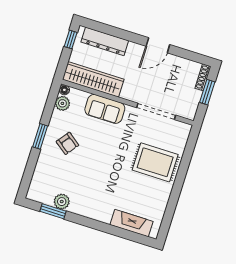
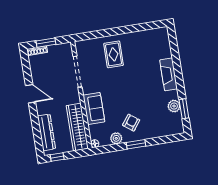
plant: (62, 103) -> (116, 138), moved
rug: (155, 162) -> (114, 54), width x0.73, depth x0.70
fireplace: (132, 223) -> (169, 74), moved

